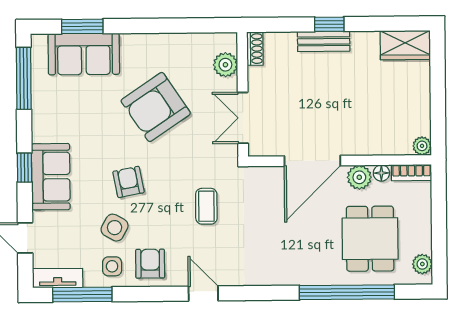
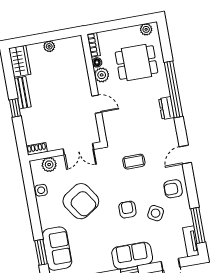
bench: (324, 41) -> (23, 93), moved
plant: (422, 146) -> (49, 46), moved
door: (312, 161) -> (97, 104), width x0.53
armchair: (129, 182) -> (127, 210), turned 101
side table: (112, 266) -> (41, 190), moved
dresser: (286, 276) -> (166, 108), added
window: (347, 292) -> (173, 89), moved

